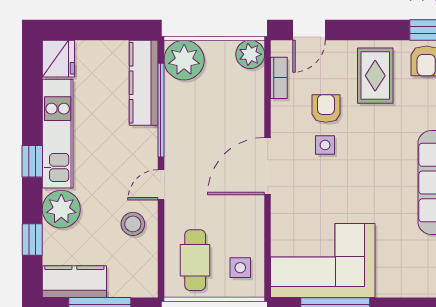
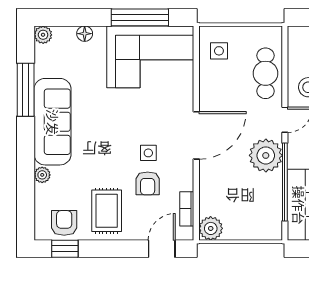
plant: (184, 60) -> (266, 155), moved
cafe table: (195, 260) -> (265, 73), moved
floor lamp: (402, 288) -> (85, 34), added

